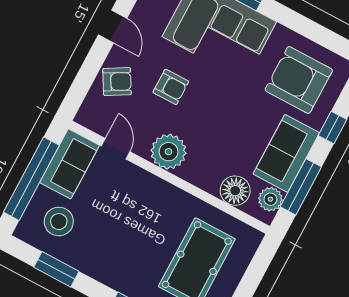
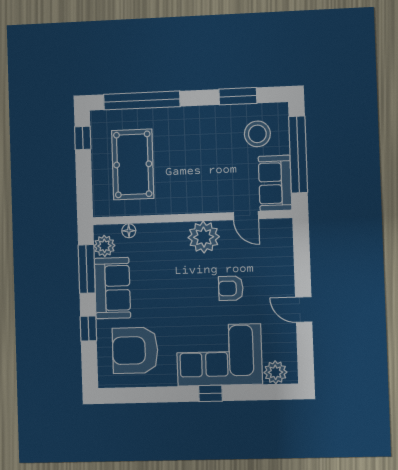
armchair: (299, 80) -> (135, 350), turned 180
armchair: (117, 82) -> (275, 268), removed
floor lamp: (235, 191) -> (129, 231), width x0.53, depth x0.53

